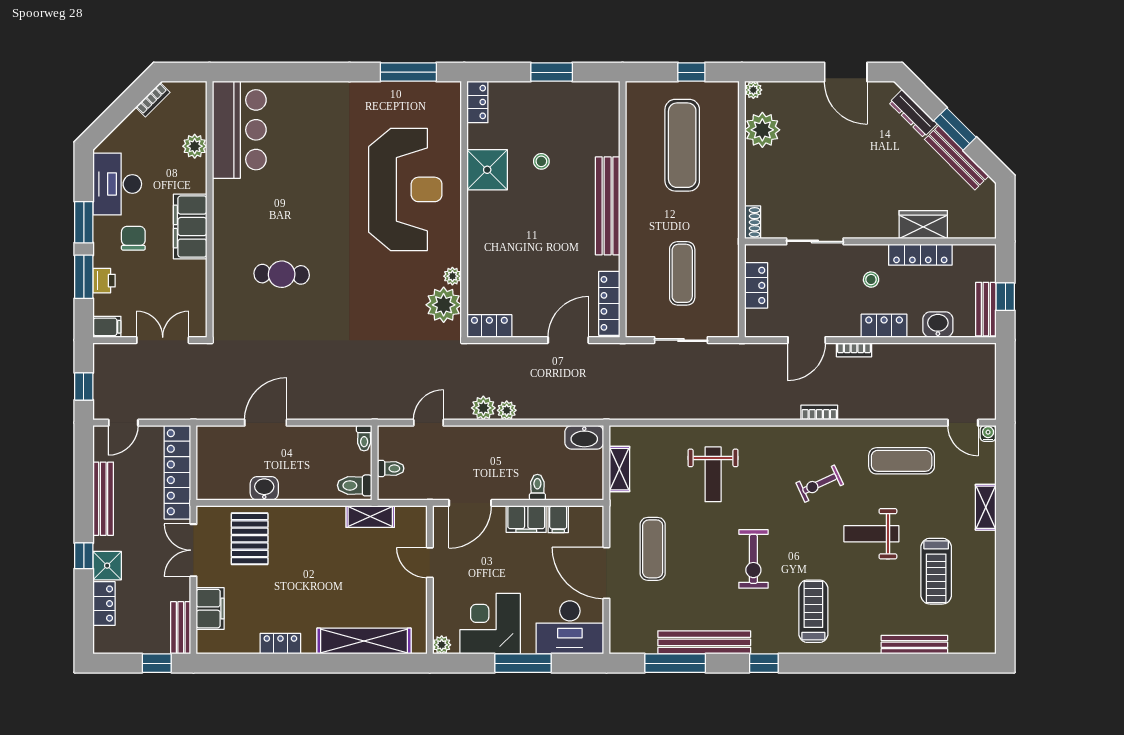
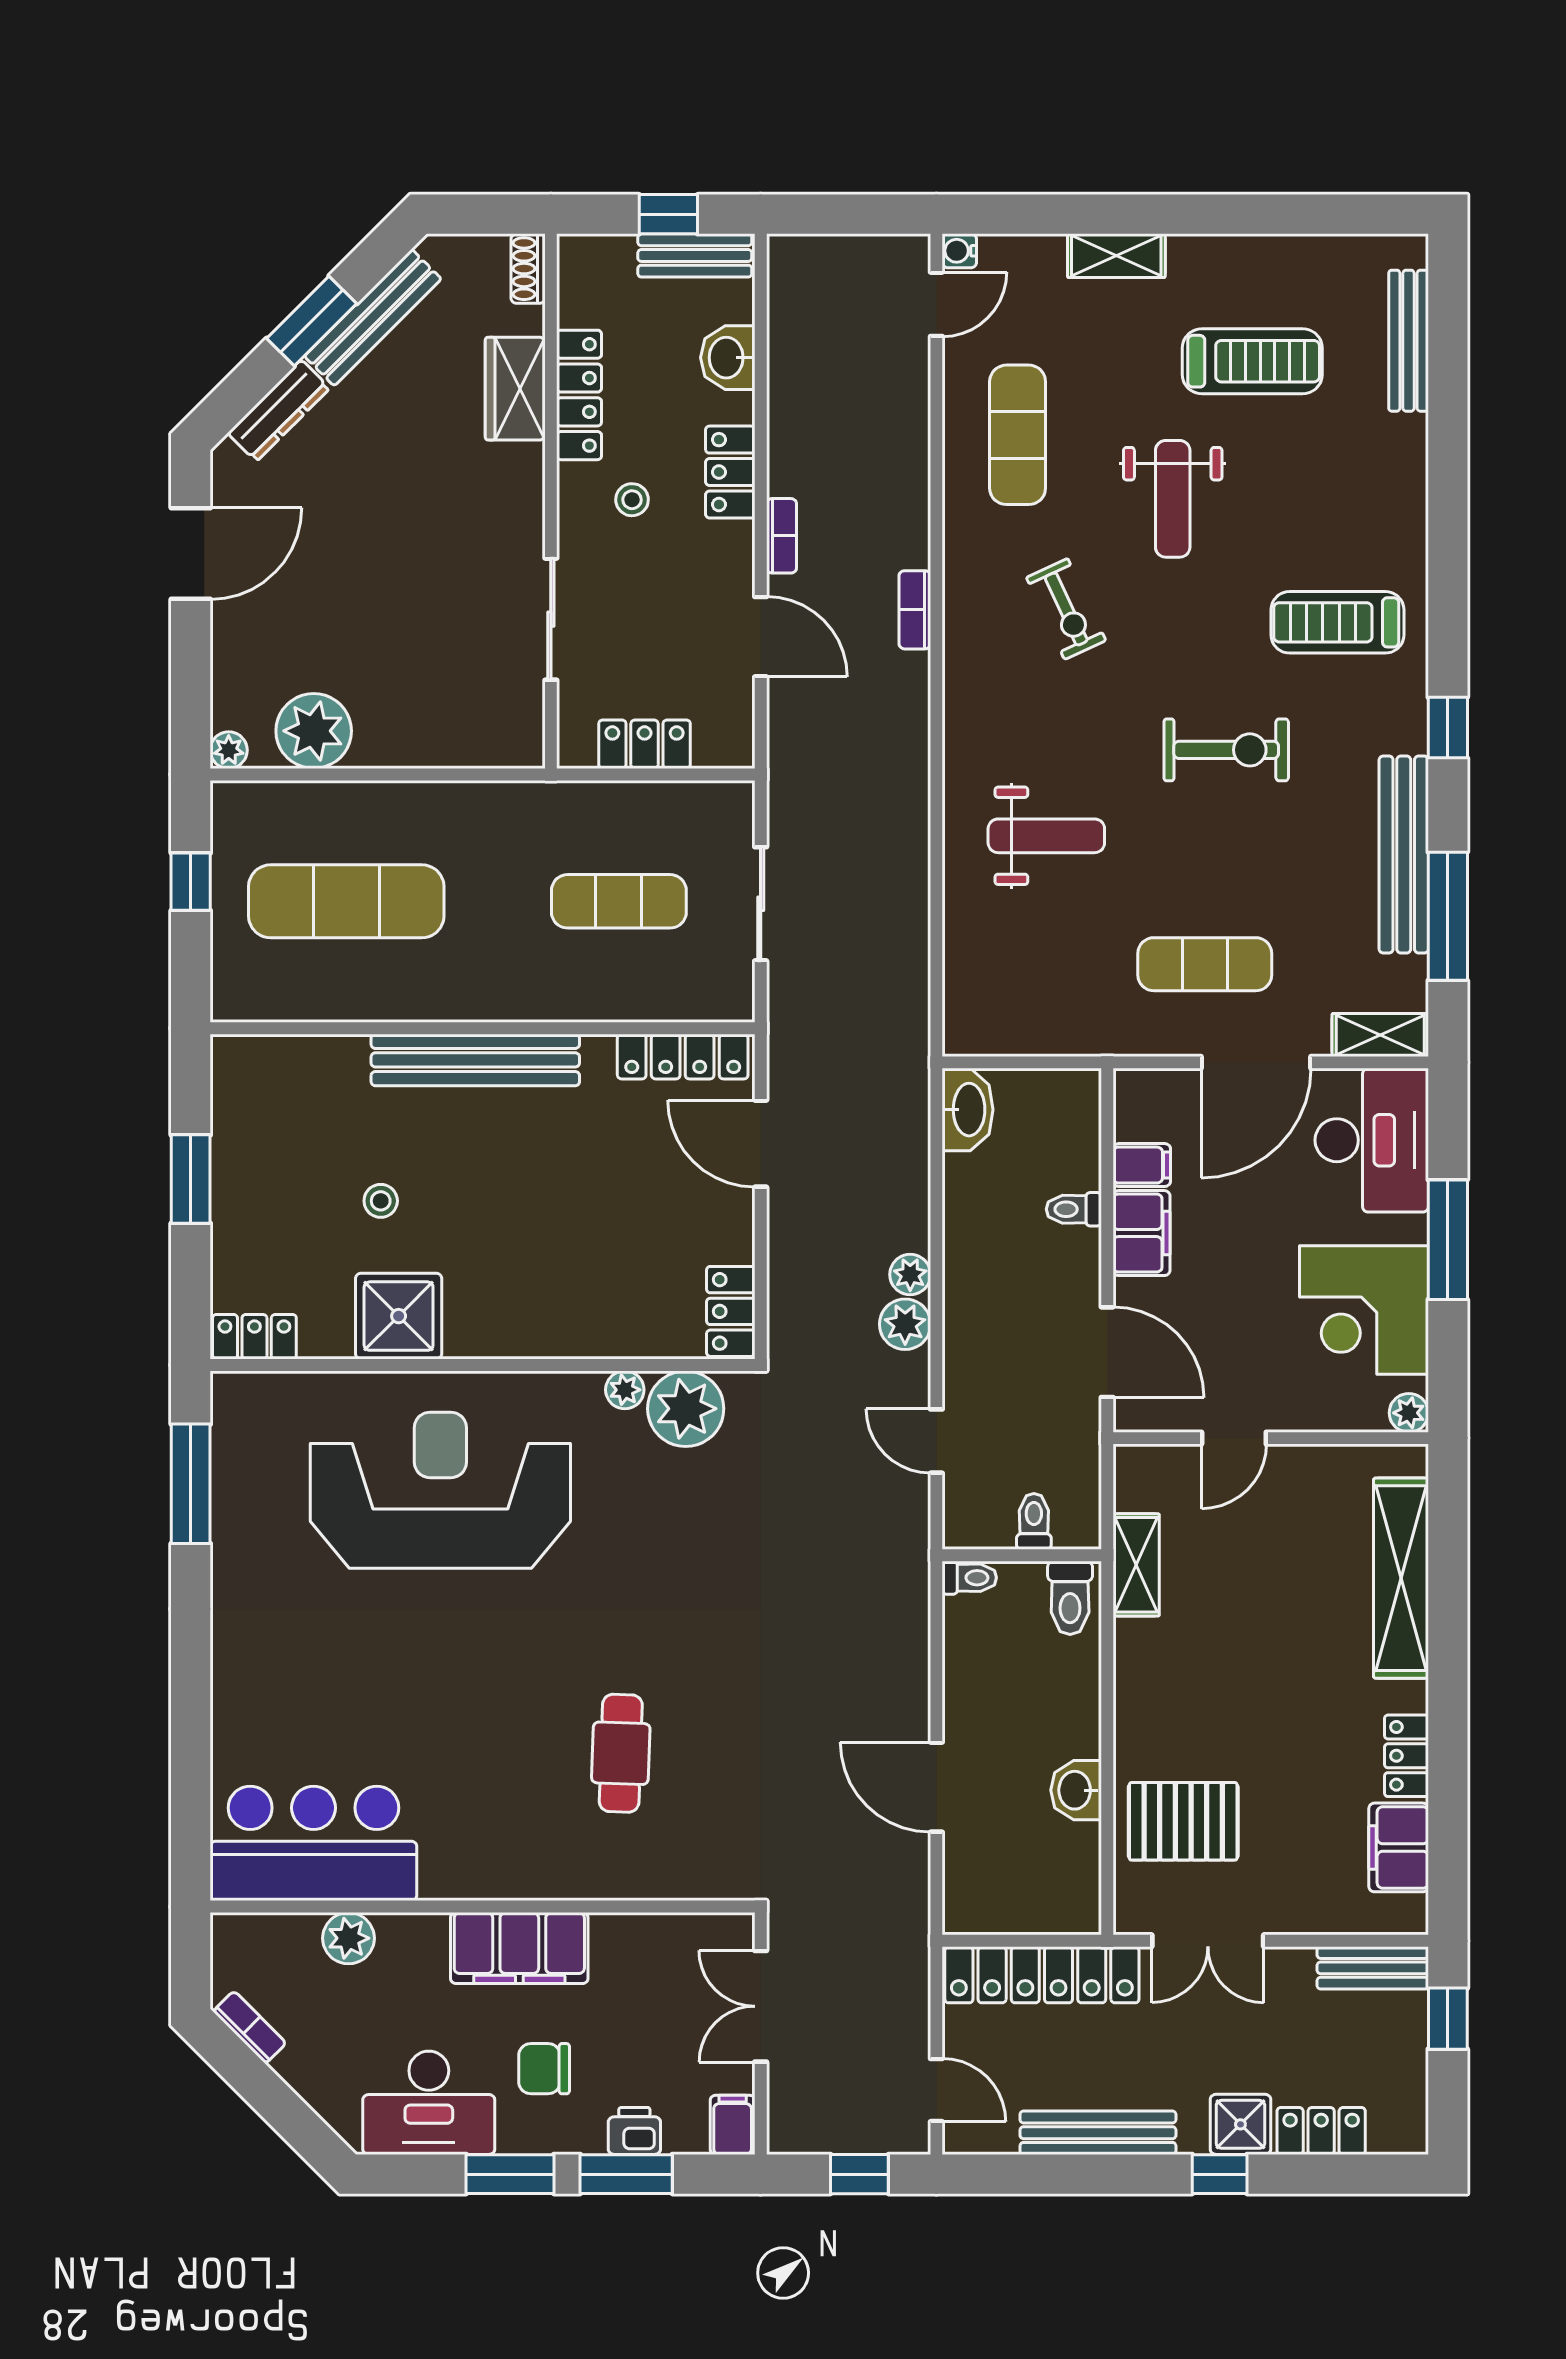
shoe rack: (753, 222) -> (528, 269), moved, turned -90
shelving: (619, 469) -> (1380, 1035), moved
filing cabinet: (210, 609) -> (1399, 1847), moved, turned -90
bench: (914, 645) -> (1409, 341), moved

